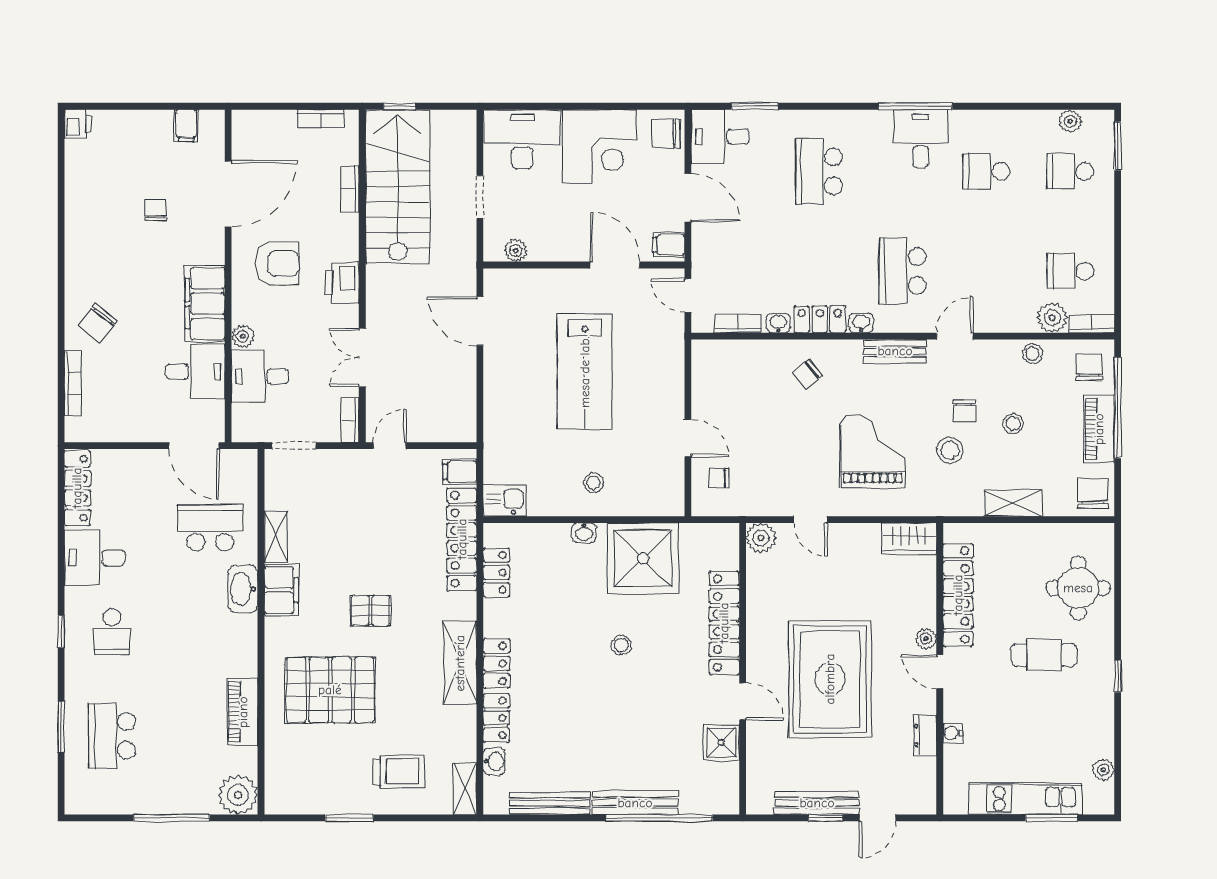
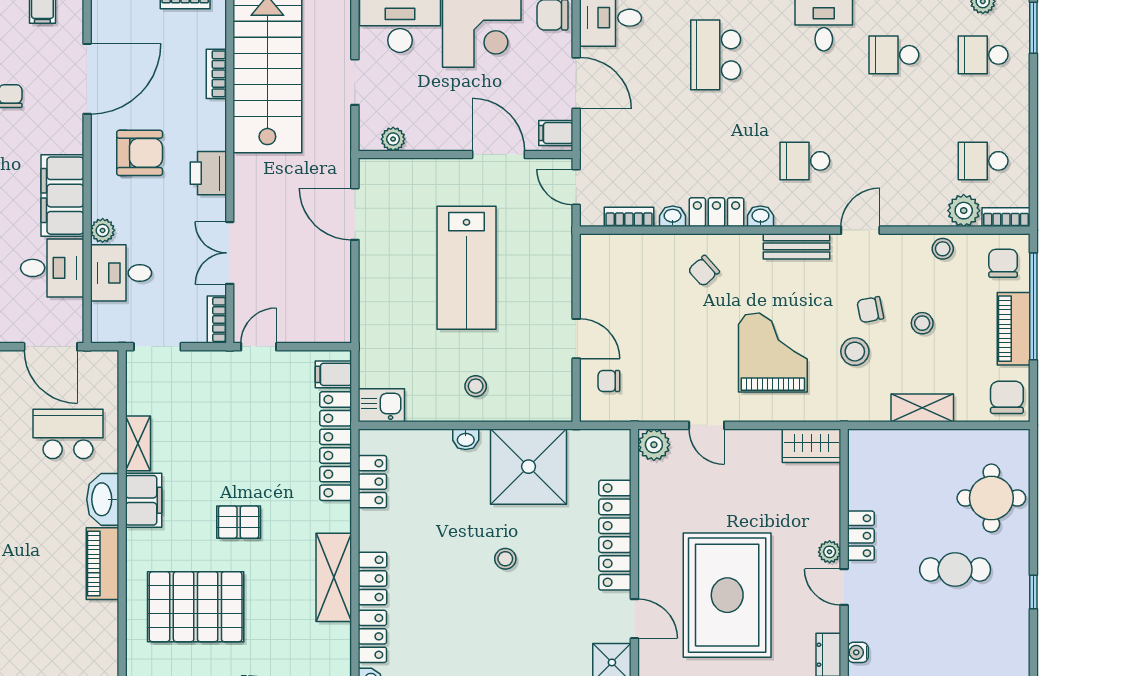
school desk: (903, 271) -> (805, 161), width x0.54
chair: (964, 411) -> (870, 310), turned 79
locker: (958, 595) -> (861, 536), width x0.46, depth x0.83
piano: (243, 712) -> (102, 564), moved

